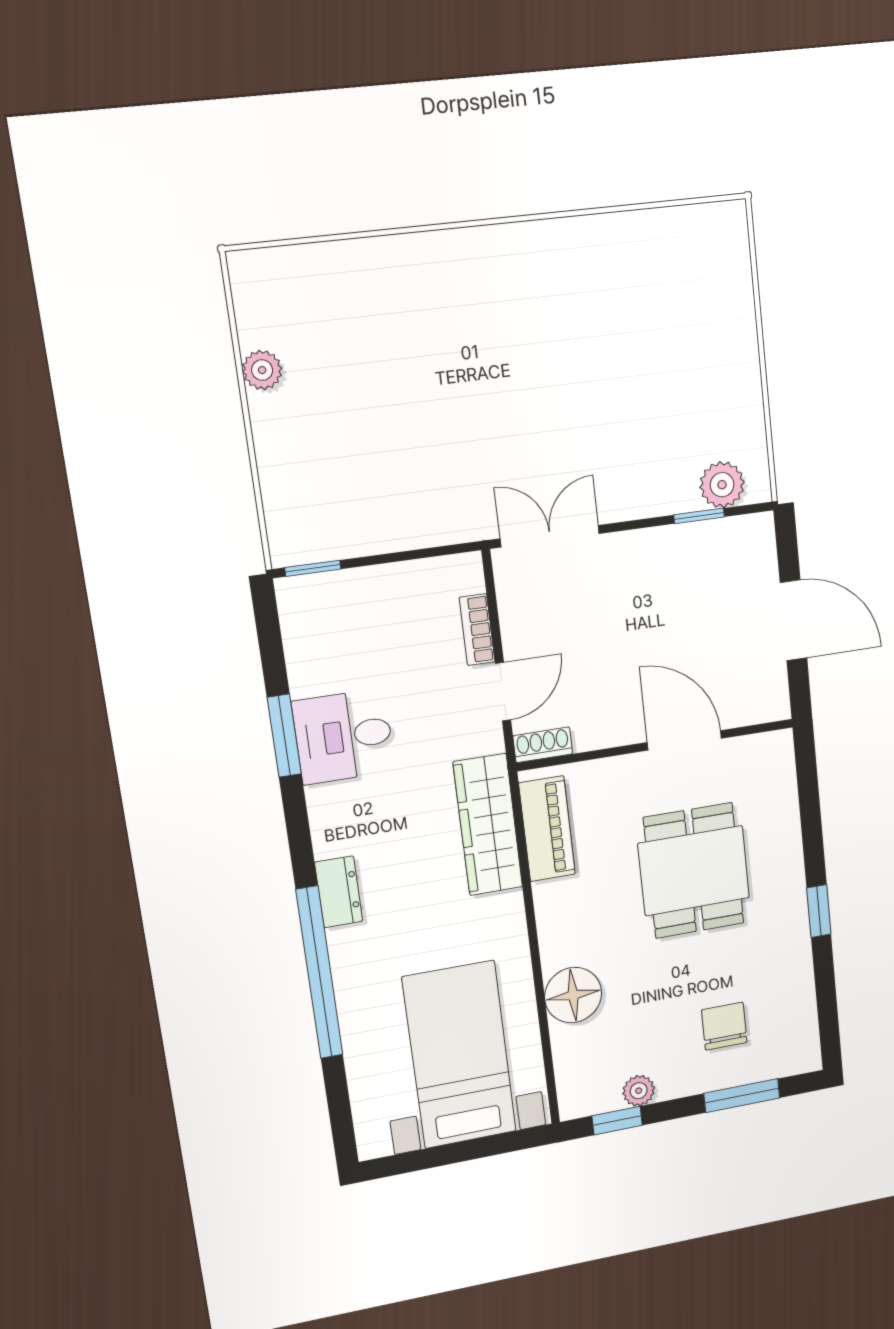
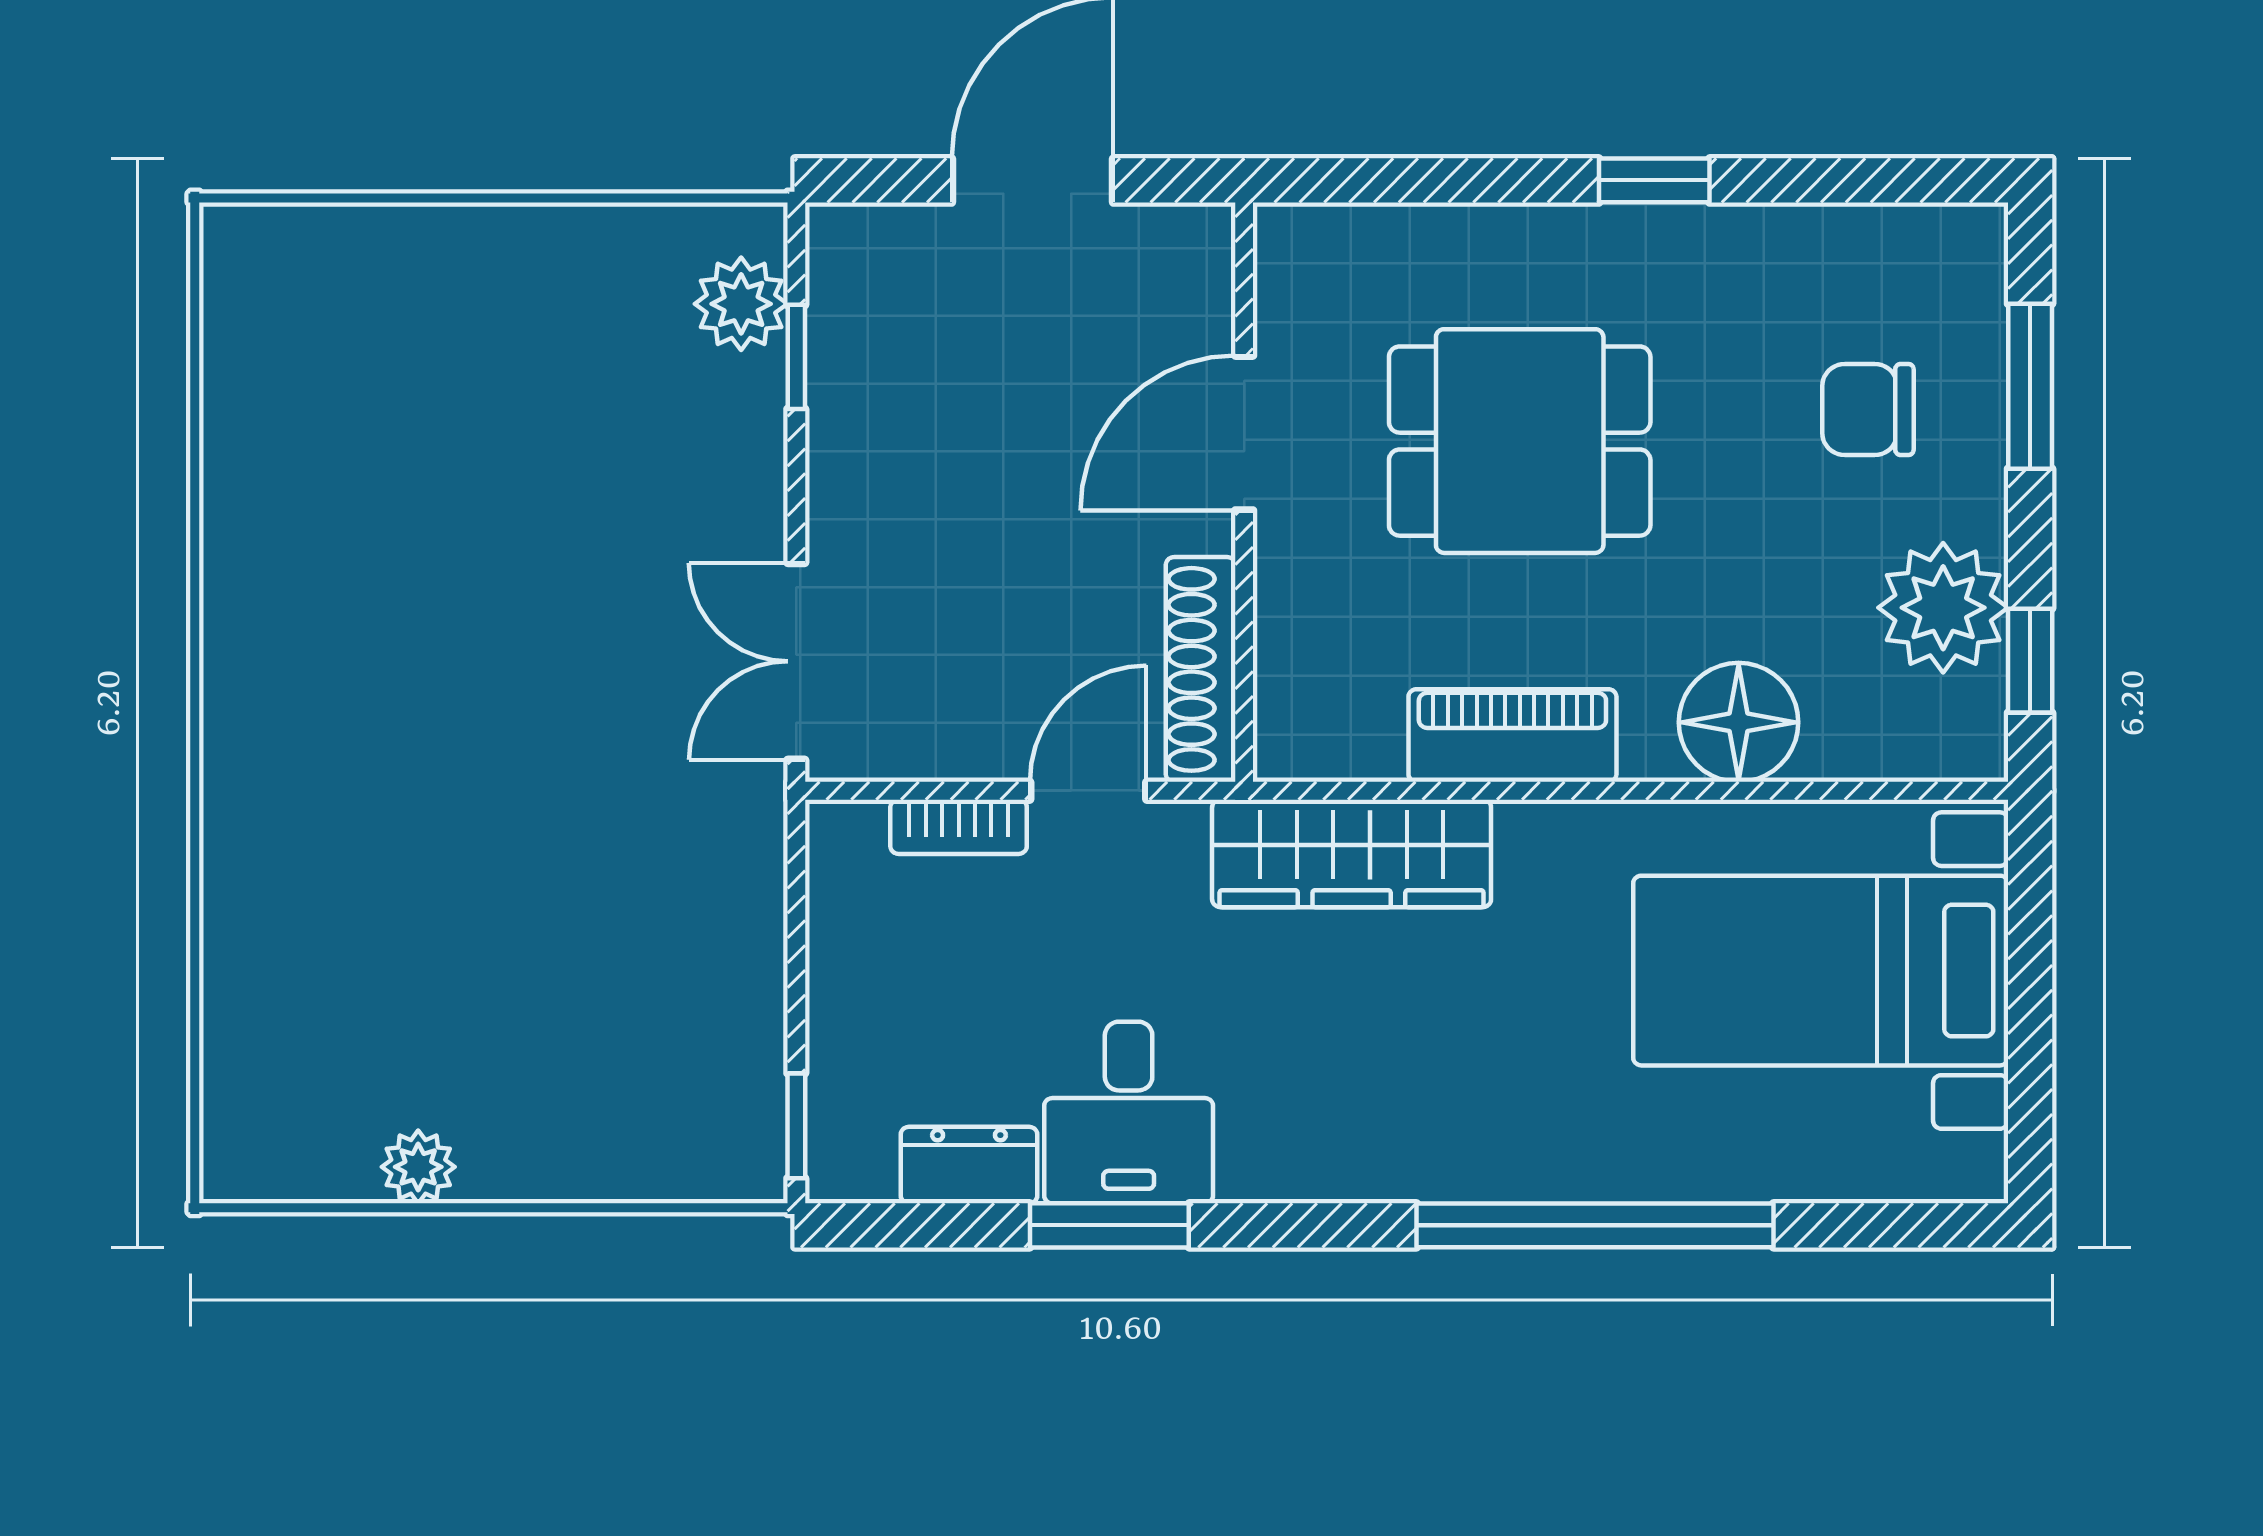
door: (503, 692) -> (1088, 791), hinge flipped
shoe rack: (543, 745) -> (1201, 669), width x1.94, depth x1.24
piano: (547, 829) -> (1512, 735), moved
dresser: (339, 892) -> (969, 1165), moved
plant: (639, 1091) -> (1943, 608), width x1.88, depth x1.88

